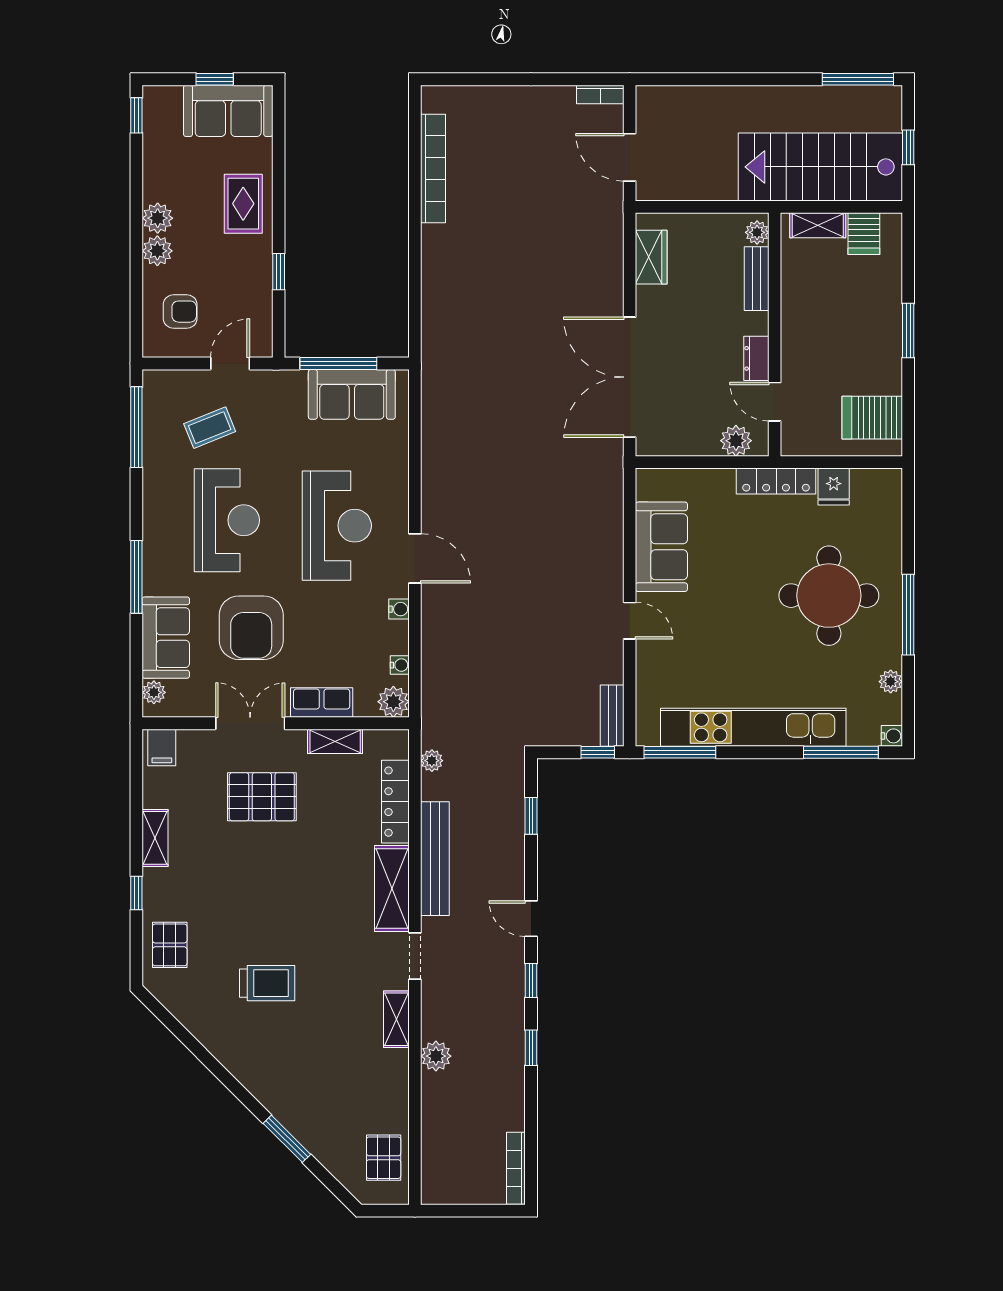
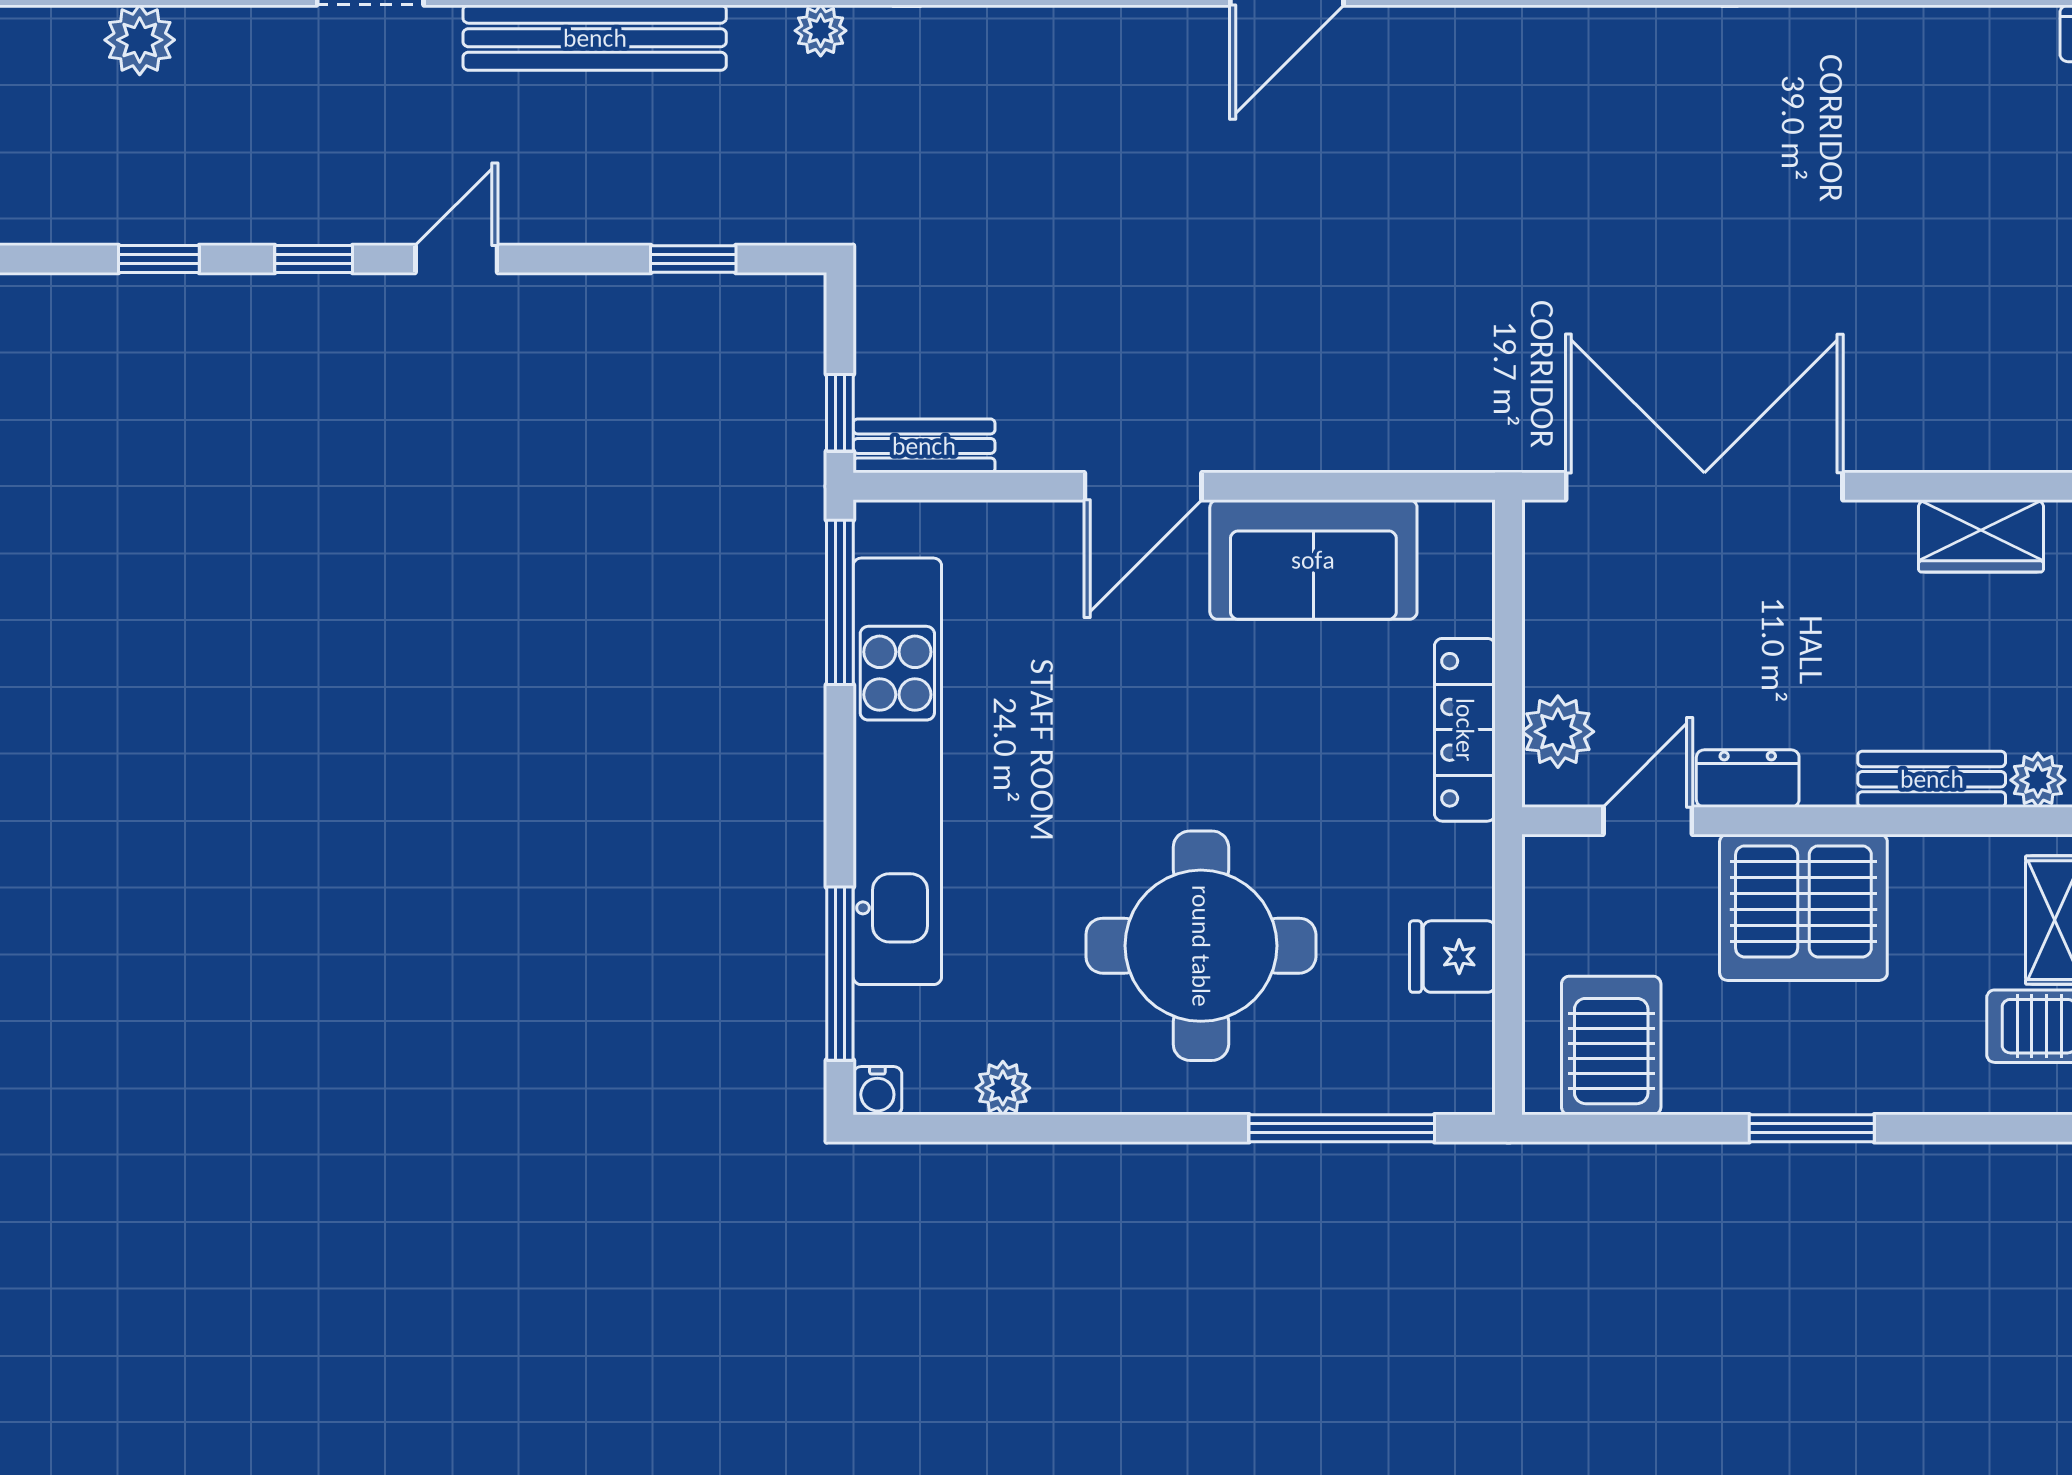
server rack: (812, 334) -> (1803, 907), added
locker: (776, 481) -> (1465, 730), moved
window: (908, 615) -> (1342, 1128), moved
door: (630, 621) -> (1143, 486), width x1.38

